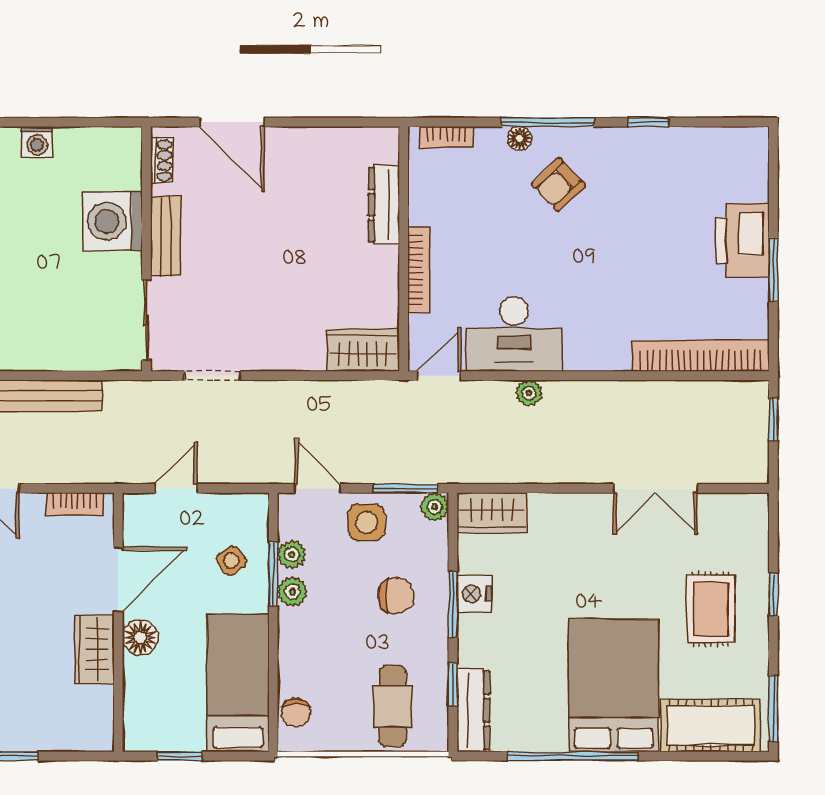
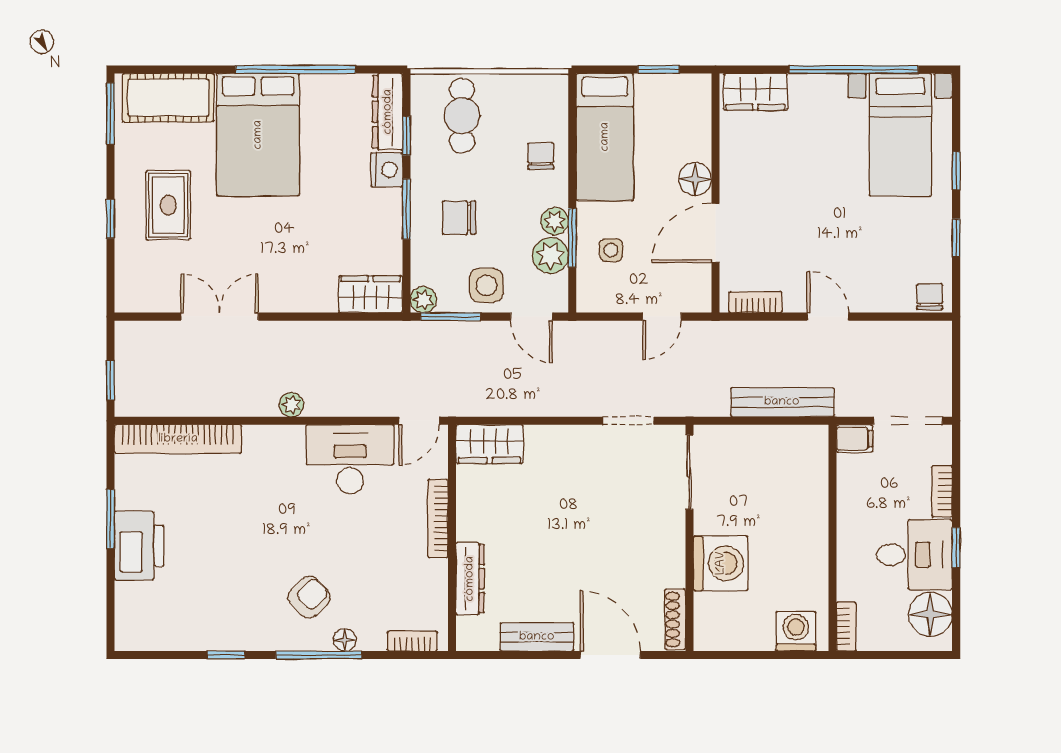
washing machine: (37, 142) -> (796, 631), width x1.38, depth x1.38
shoe rack: (162, 160) -> (675, 619), width x1.43
bench: (166, 236) -> (537, 637), moved, turned 90
plant: (529, 393) -> (291, 405), moved
plant: (292, 554) -> (550, 256), width x1.38, depth x1.38
side table: (231, 560) -> (611, 250), turned 34
nightstand: (474, 594) -> (387, 170), moved
wardrobe: (94, 649) -> (755, 92), moved, turned 90
chair: (296, 713) -> (541, 156), moved

